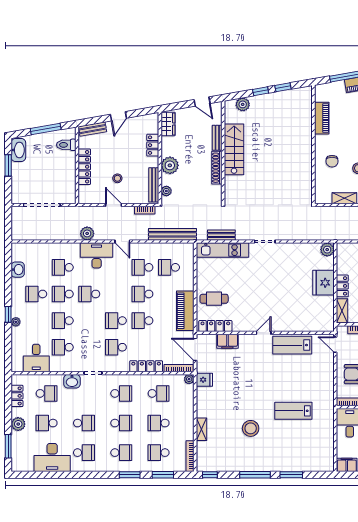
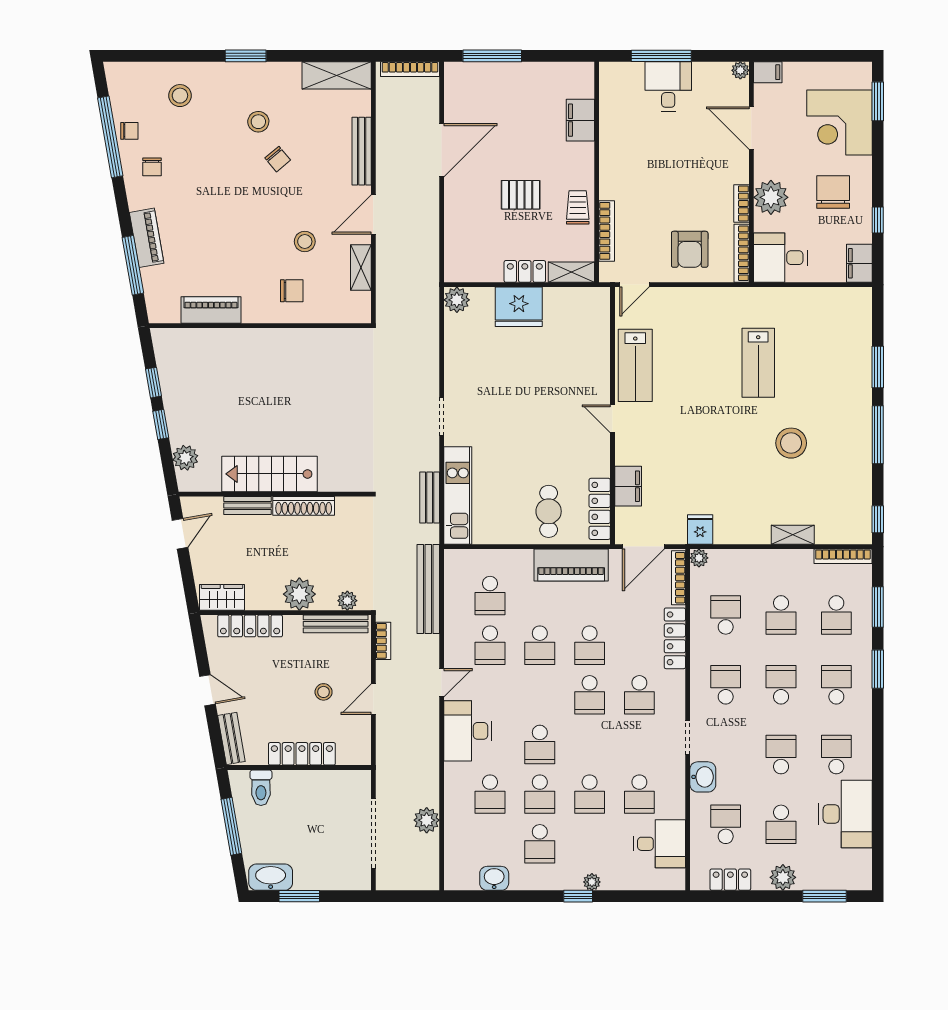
locker: (153, 145) -> (250, 626), width x1.53
plant: (87, 233) -> (427, 820), moved

